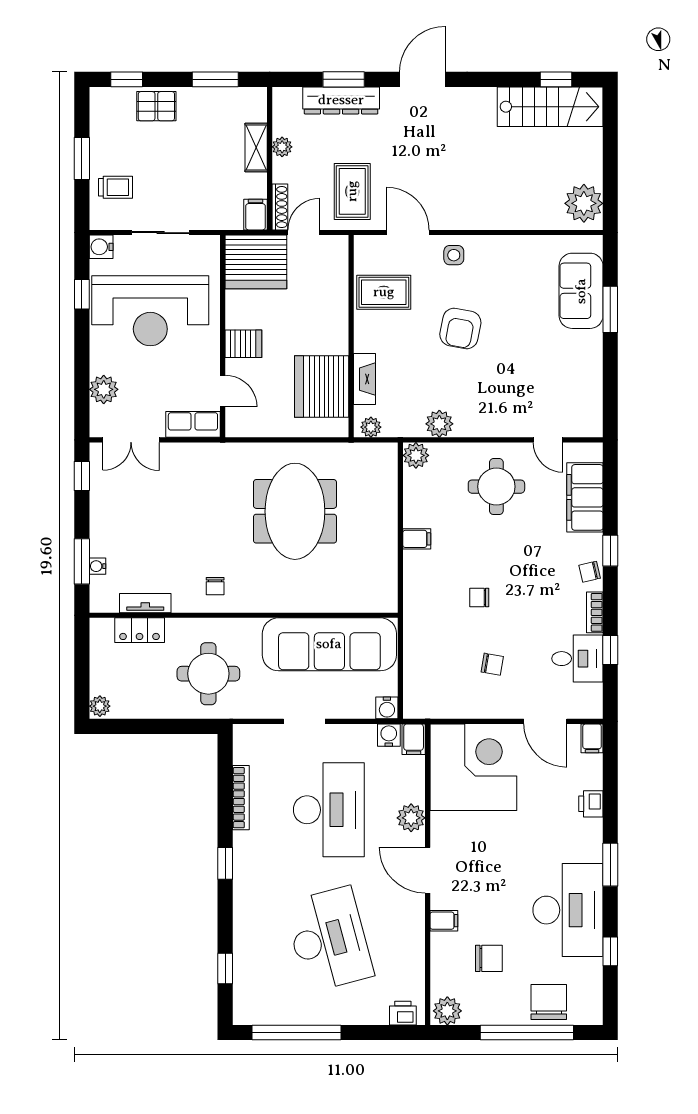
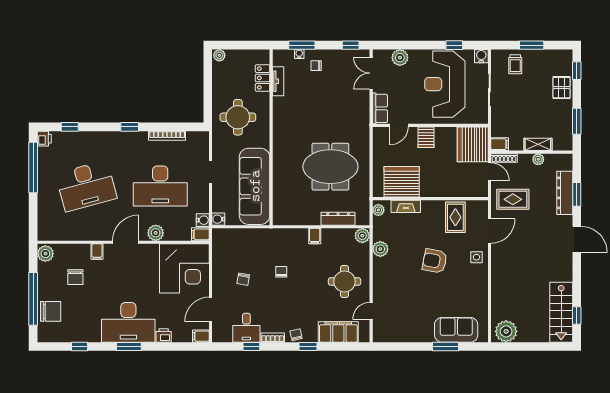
dresser: (386, 498) -> (338, 219), added
chair: (215, 586) -> (316, 66), moved
desk: (568, 910) -> (128, 322), moved
printer: (403, 1013) -> (44, 139), moved

